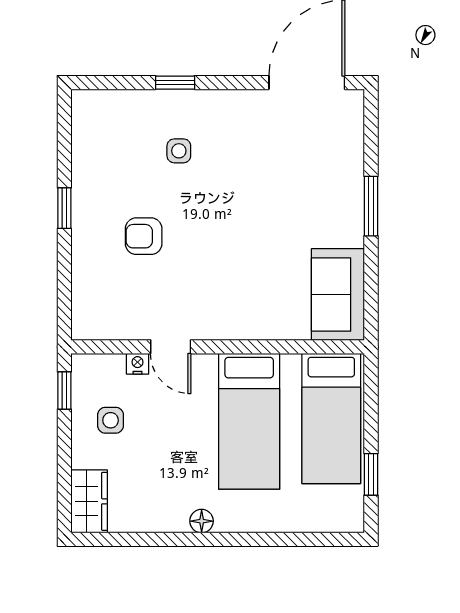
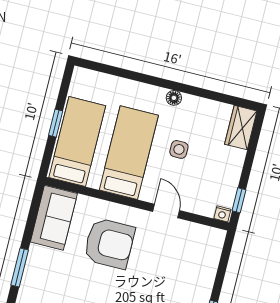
armchair: (144, 236) -> (109, 243), moved, width x1.88, depth x1.88
nightstand: (137, 364) -> (222, 214), moved
side table: (111, 420) -> (179, 149), moved
window: (371, 474) -> (56, 123), moved

